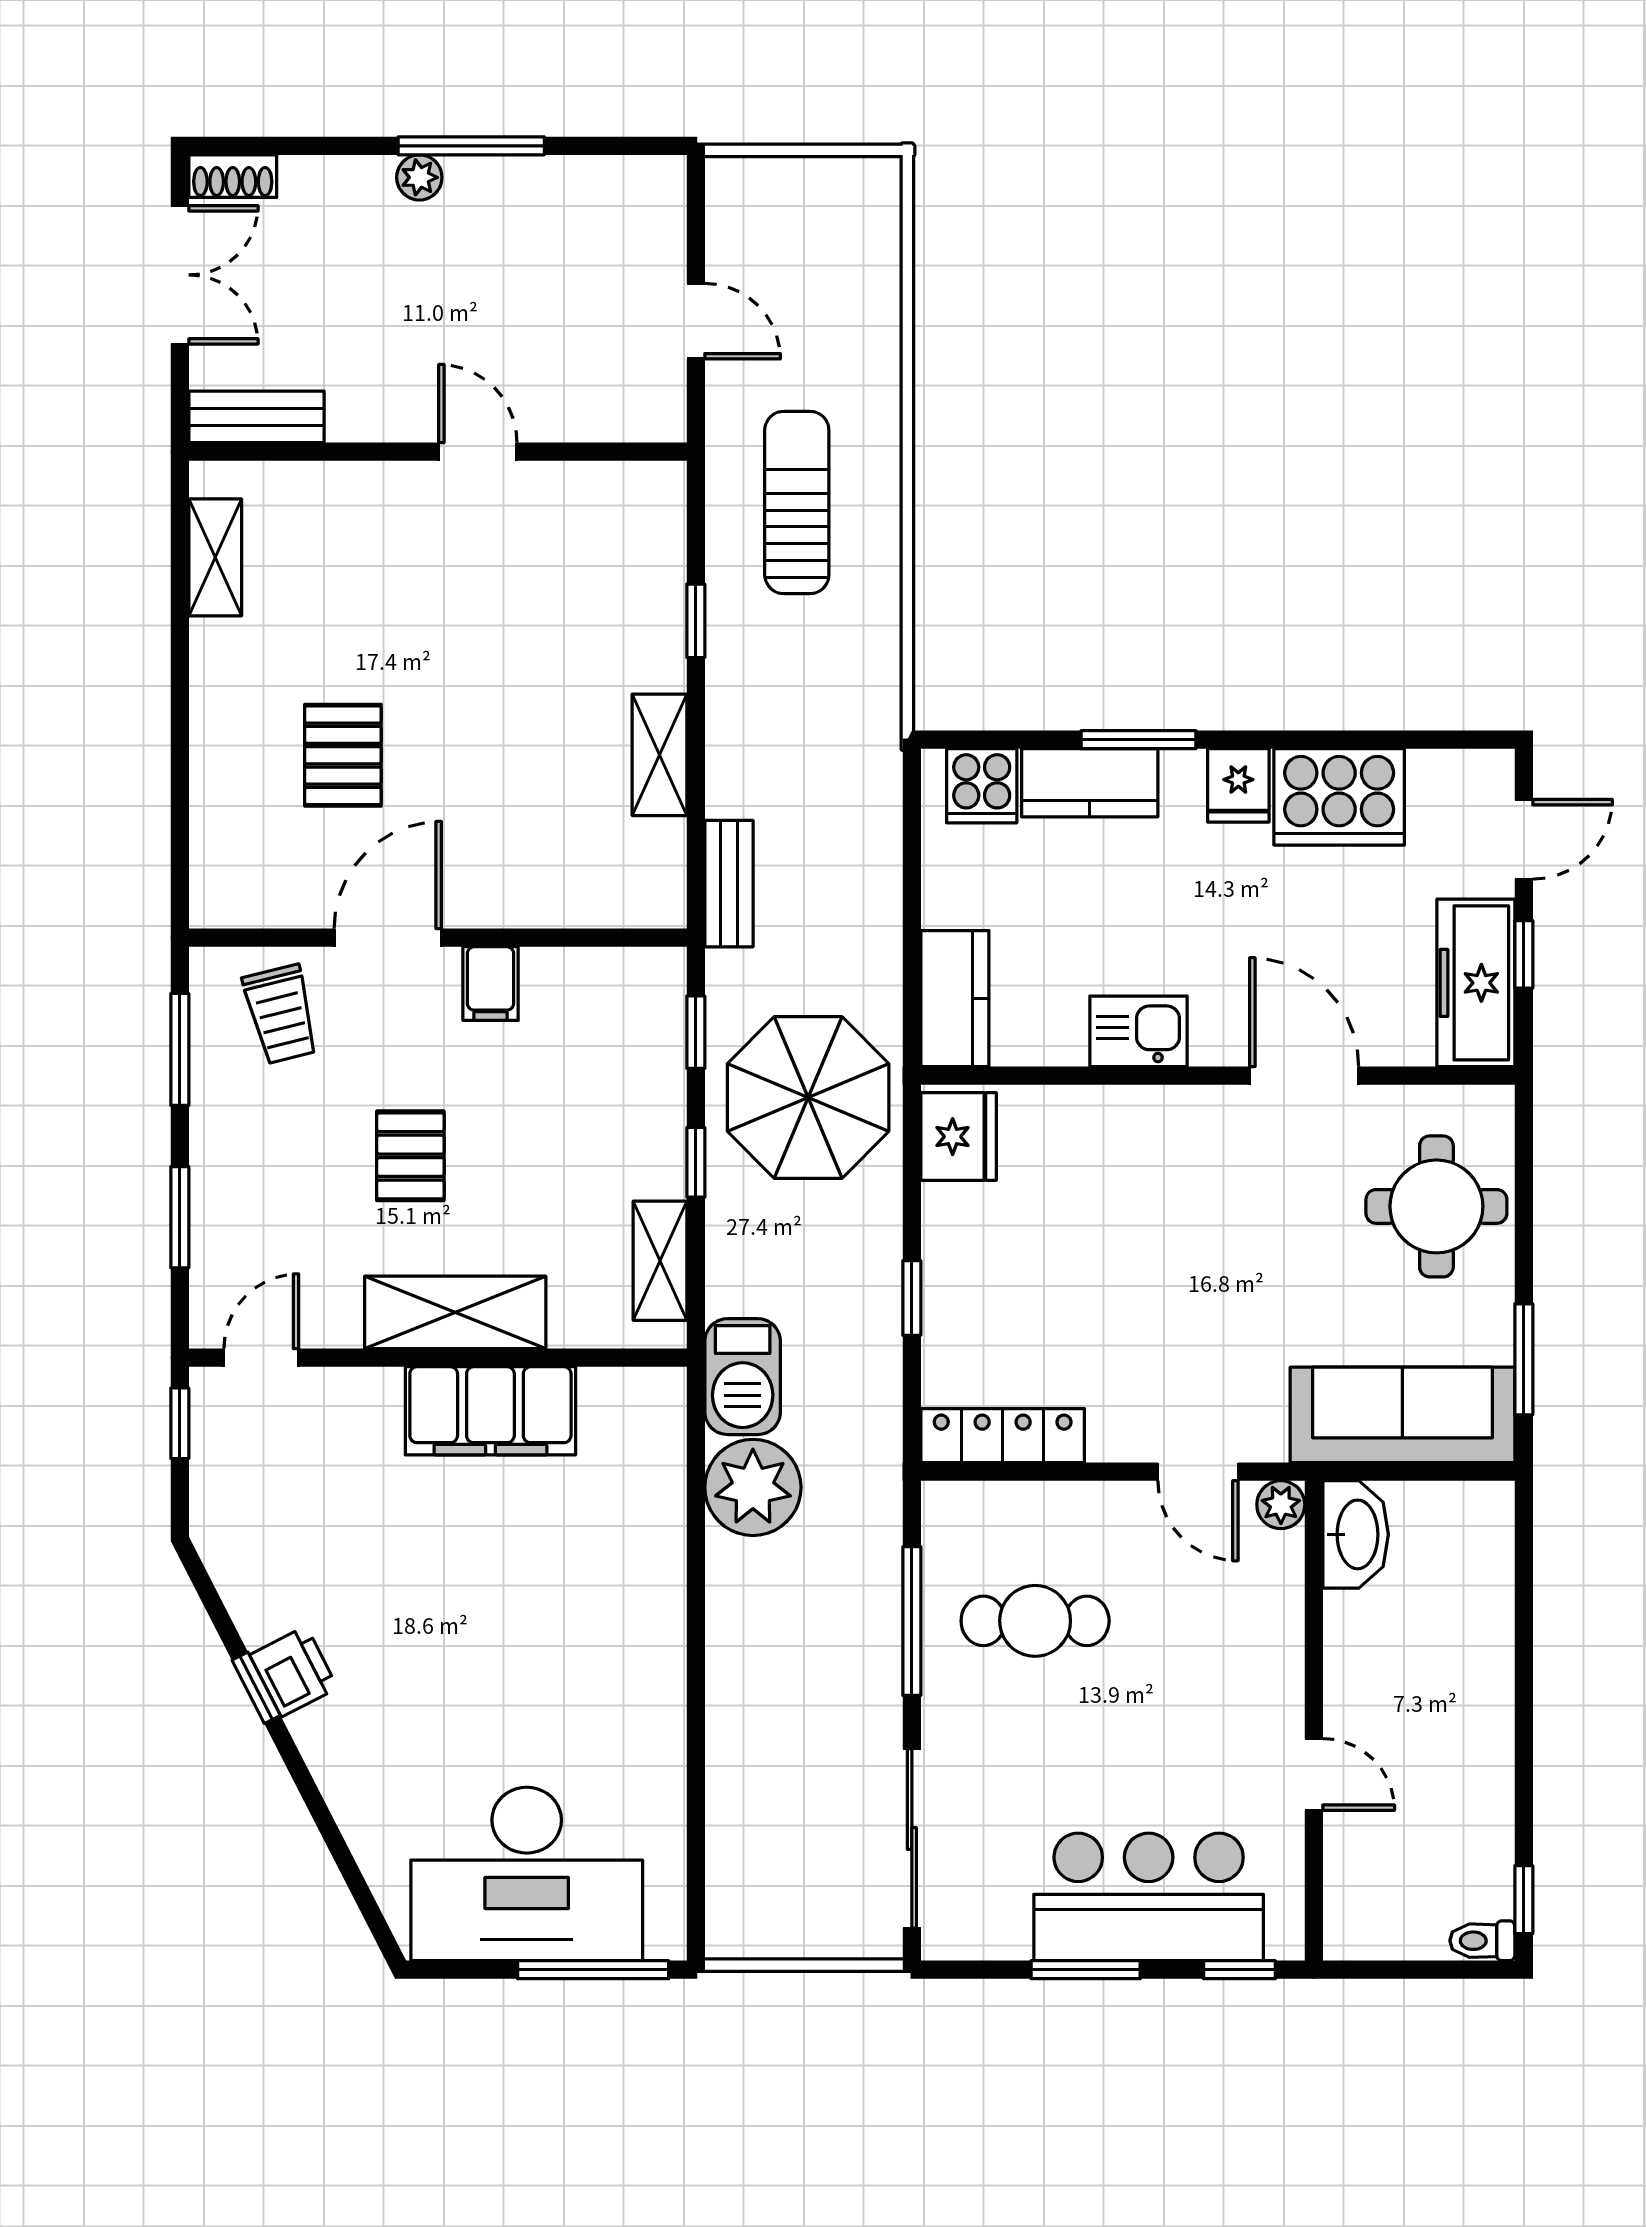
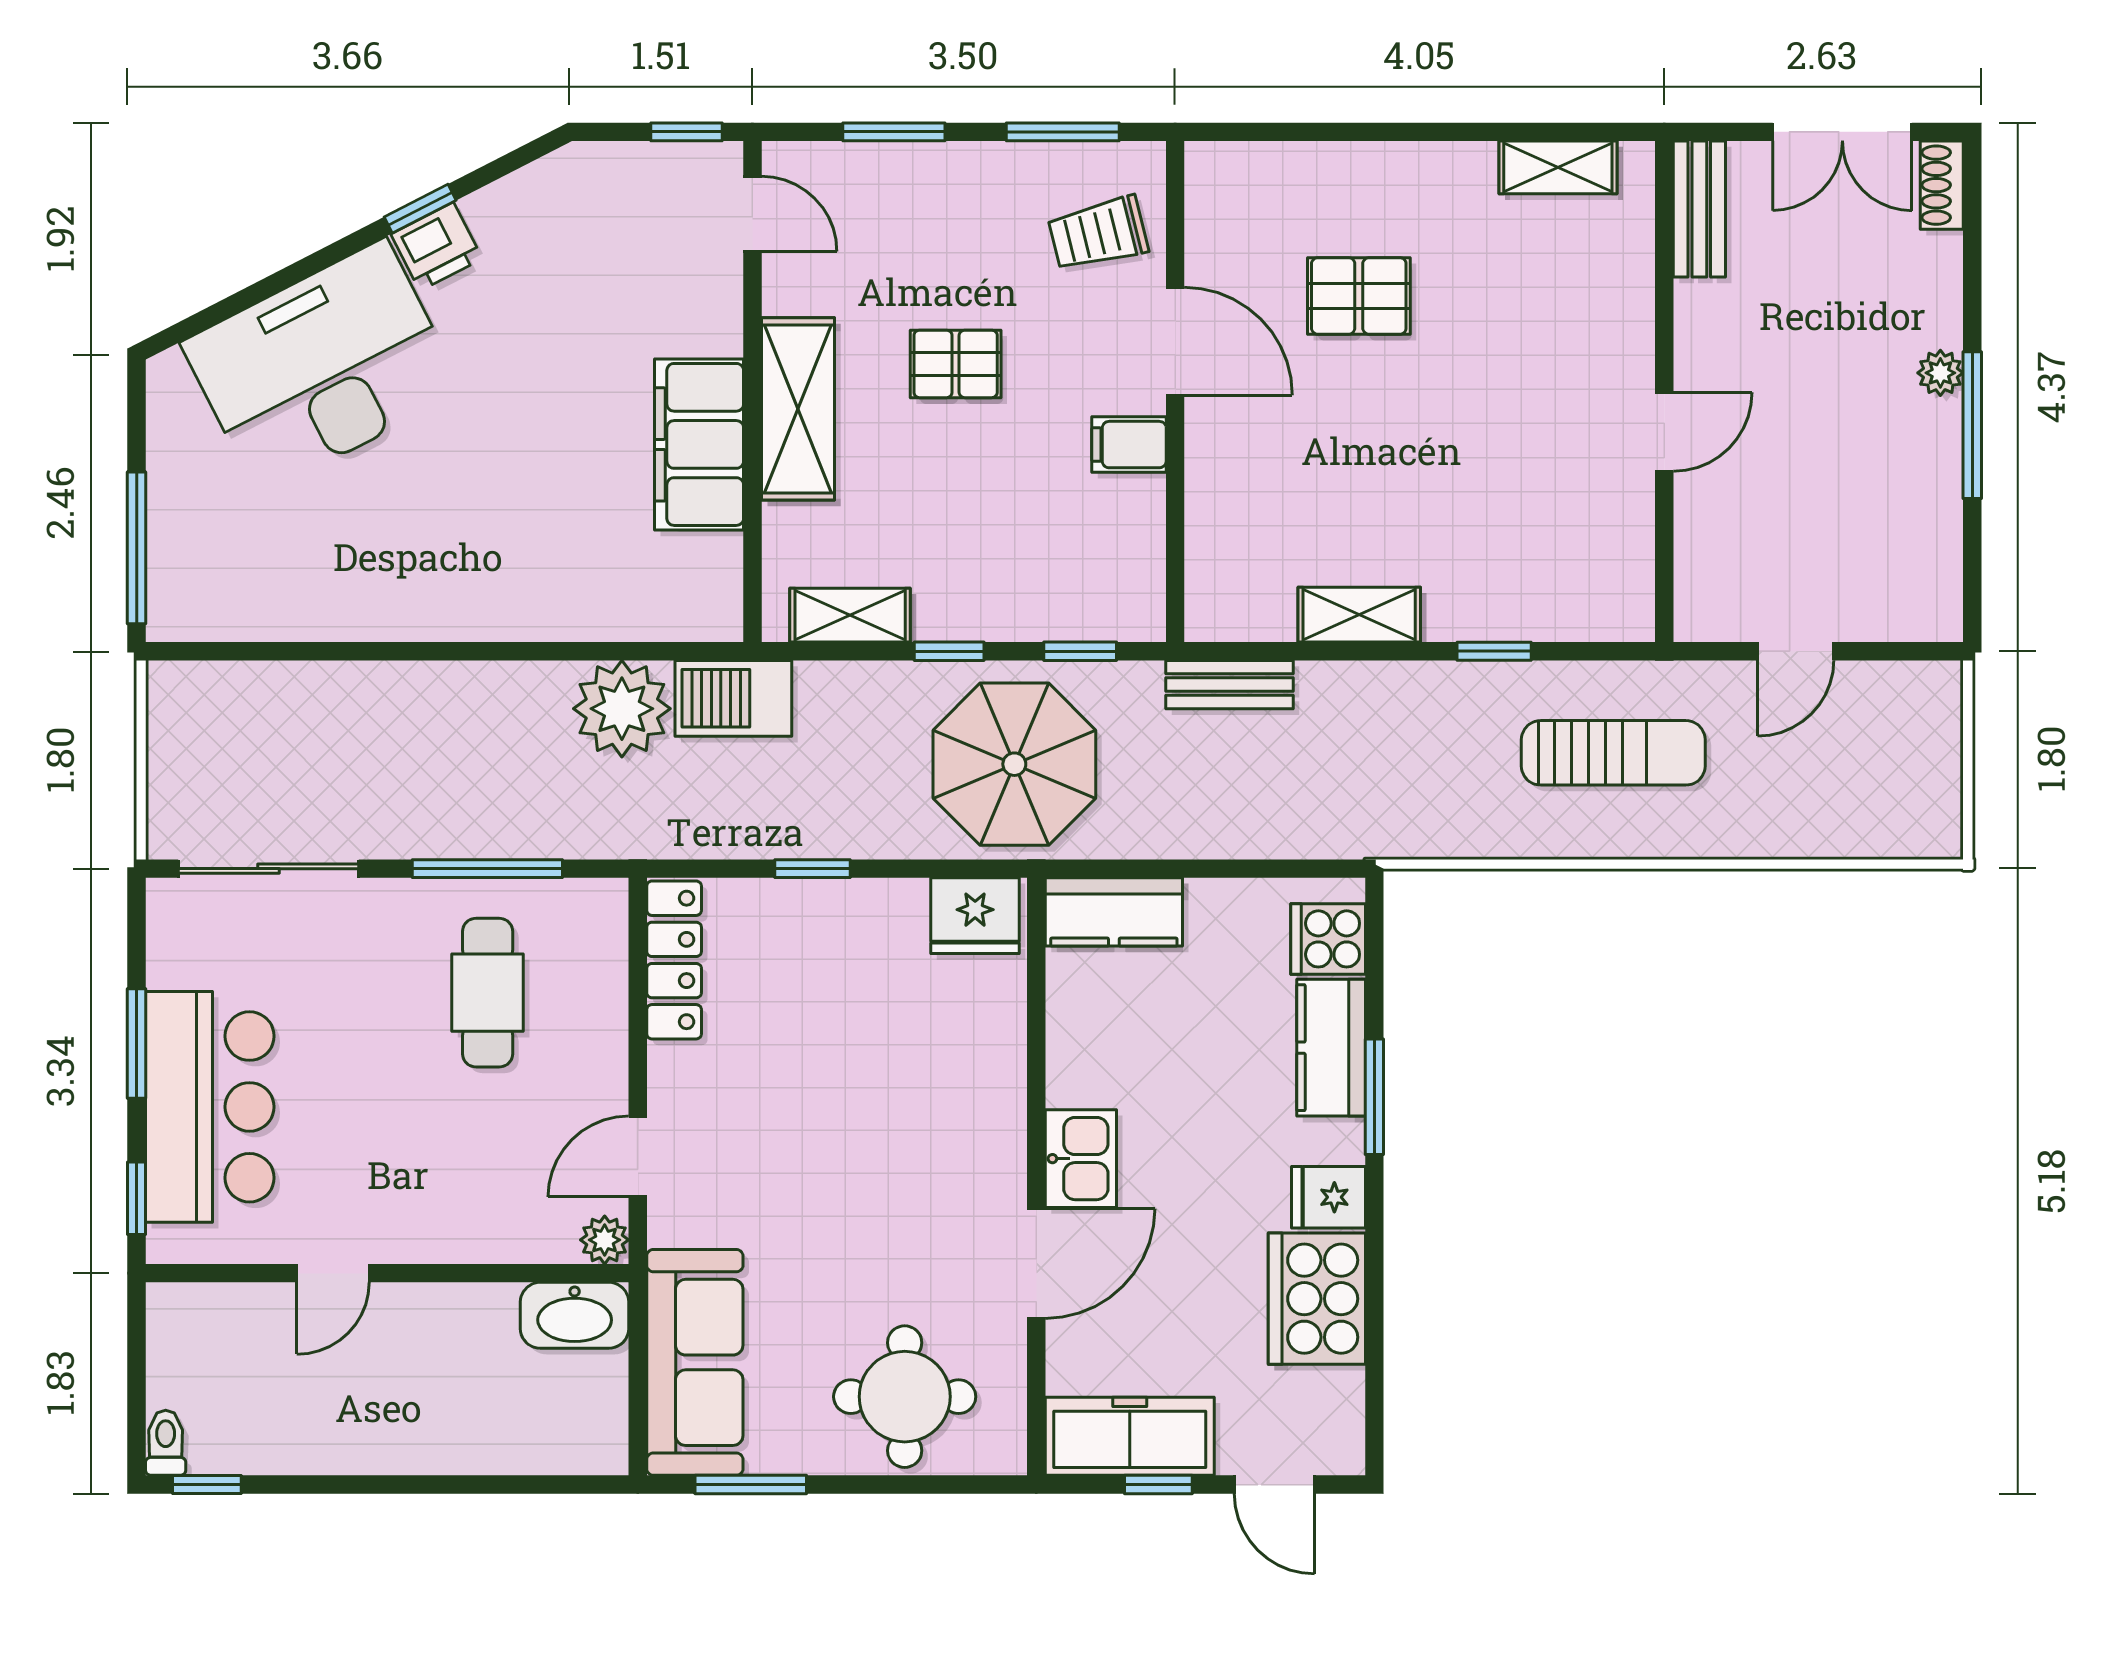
kitchen sink: (1138, 1031) -> (1081, 1159), moved
desk: (527, 1874) -> (322, 367), moved, turned 63

